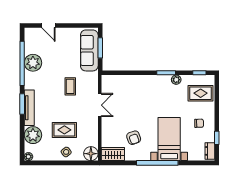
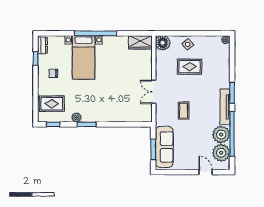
tv unit: (29, 108) -> (225, 107), moved
plant: (33, 135) -> (221, 153), moved
armchair: (134, 138) -> (119, 59), removed

